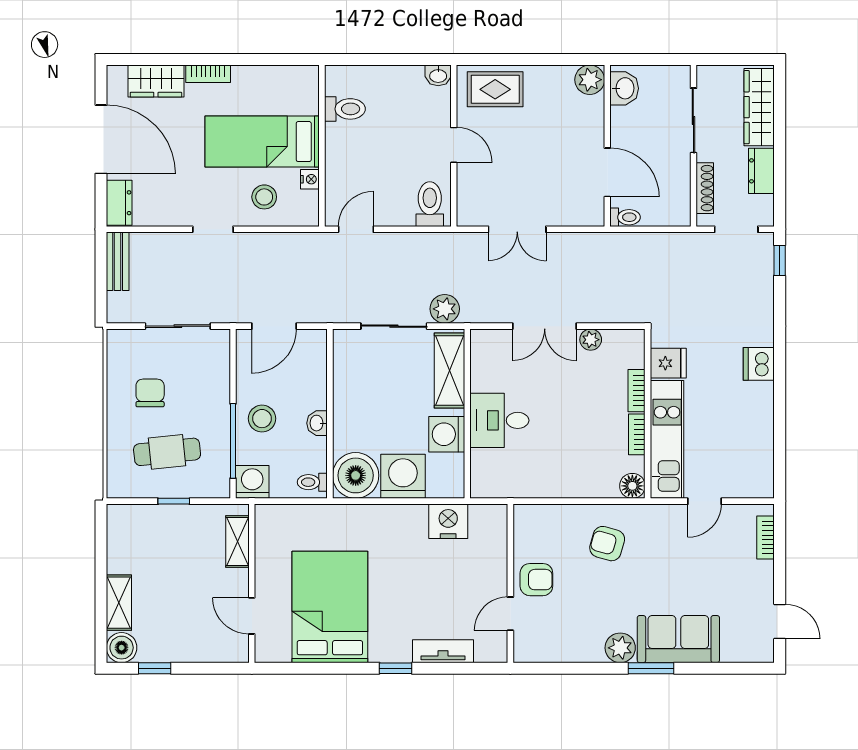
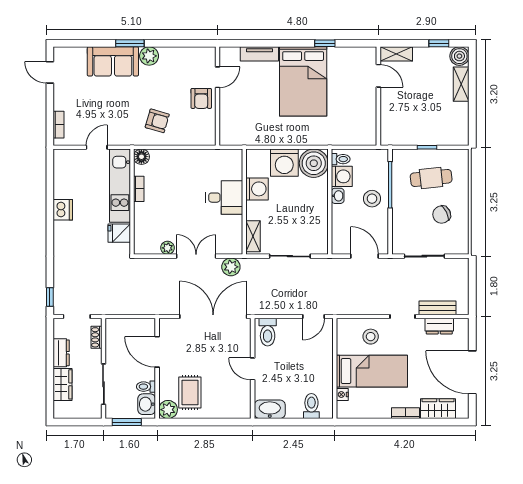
window: (656, 60) -> (127, 422), added
washbasin: (438, 75) -> (270, 409), width x1.91, depth x1.45
rug: (495, 89) -> (190, 392), moved, turned 90
wardrobe: (759, 107) -> (63, 384), width x0.67
toilet: (345, 109) -> (311, 406), moved, turned 90
nightstand: (310, 179) -> (342, 394), moved
shoe rack: (705, 188) -> (96, 337), width x0.70
dresser: (119, 203) -> (439, 326), moved, turned -90
toilet: (625, 217) -> (146, 387), moved
double door: (517, 229) -> (213, 316), width x1.87
bench: (118, 261) -> (438, 308), moved, turned 90
plant: (445, 309) -> (231, 267), moved
door: (274, 326) -> (365, 256), hinge flipped
dishwasher: (759, 364) -> (63, 210), moved
shelving: (449, 370) -> (253, 236), width x0.67, depth x0.75
bookcase: (637, 391) -> (139, 216), removed
chair: (150, 393) -> (442, 215), turned 64
washing machine: (252, 482) -> (342, 176), moved, turned -90
nightstand: (448, 521) -> (256, 135), removed
shelving: (237, 541) -> (396, 54), moved, turned 90
armchair: (536, 580) -> (201, 98), turned -90
bed: (330, 607) -> (303, 81), moved
window: (396, 668) -> (325, 43), moved

